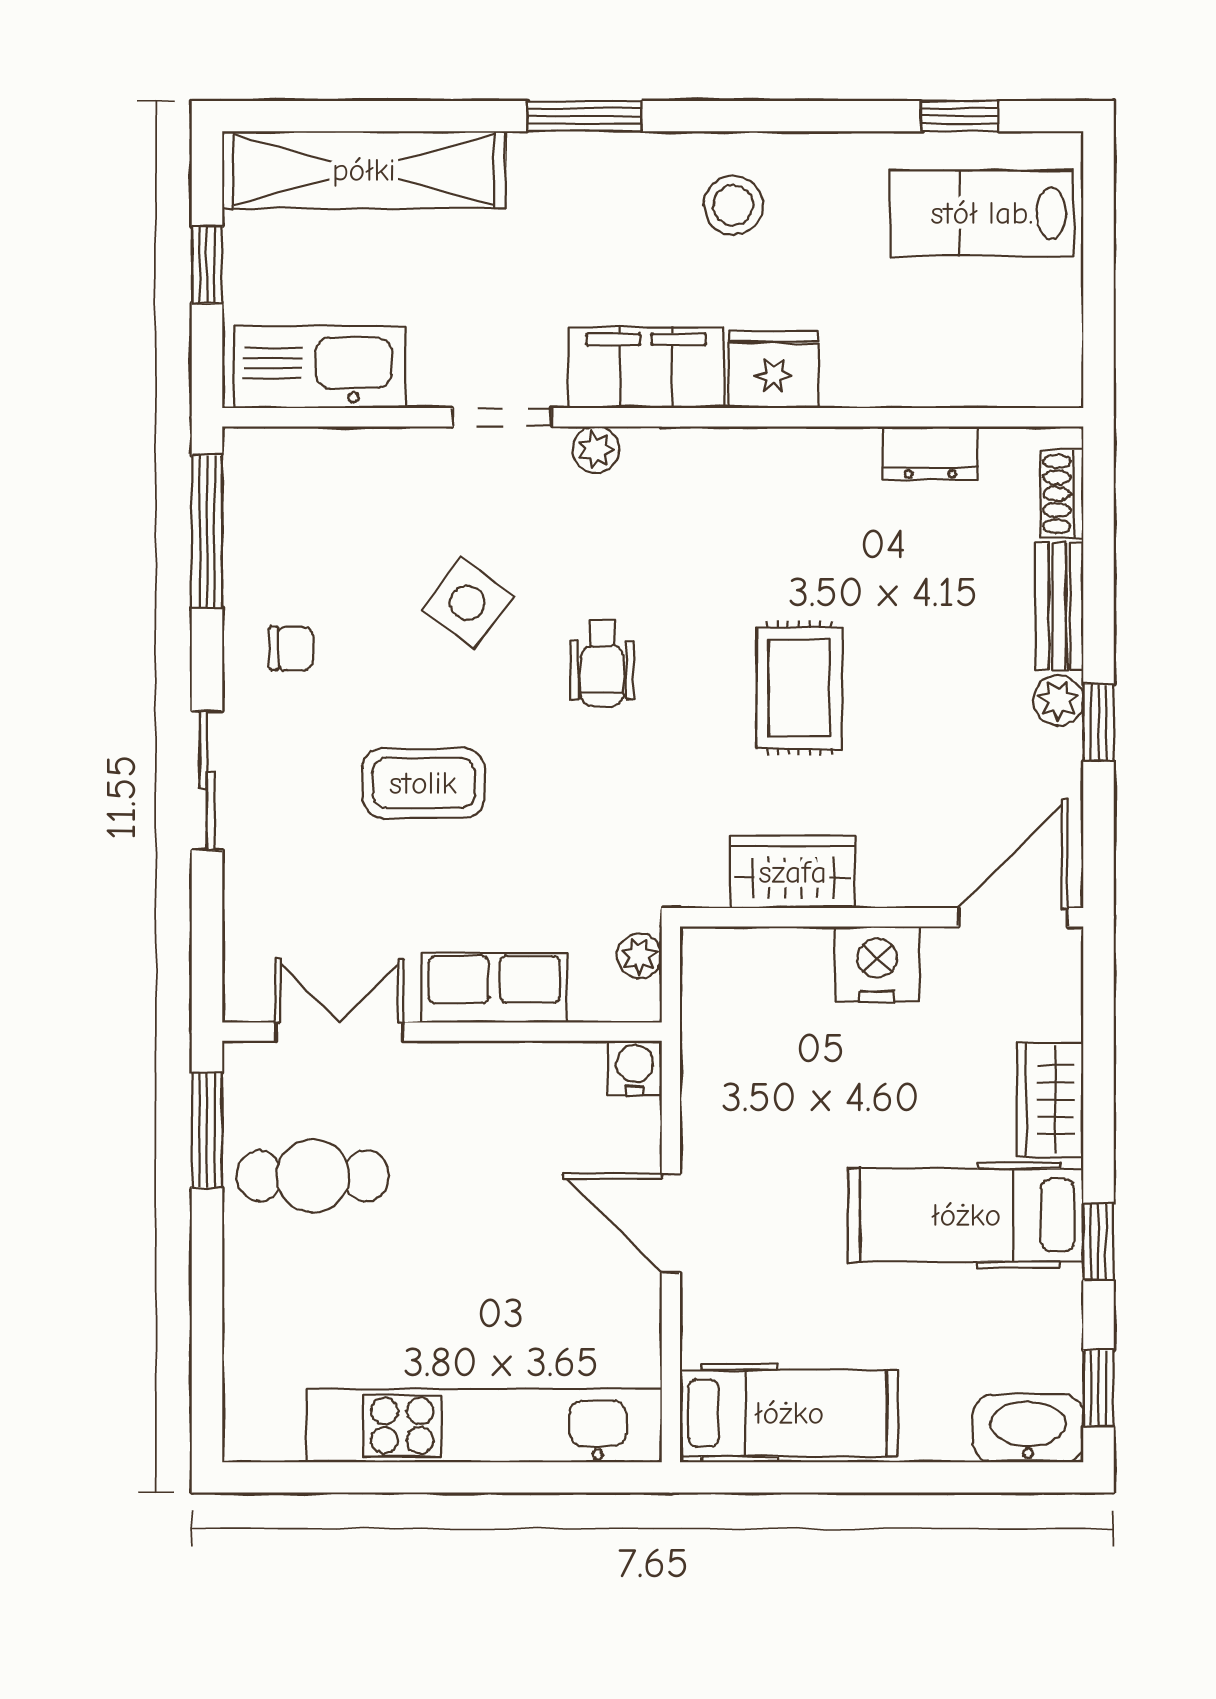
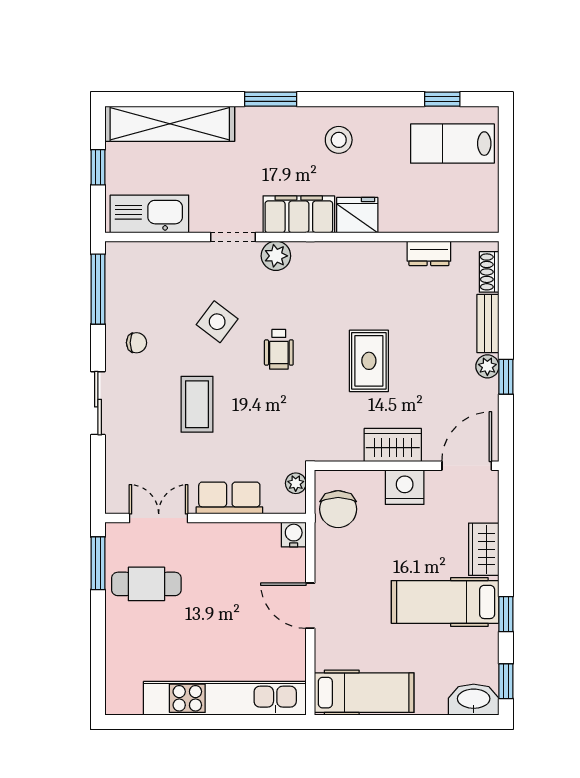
plant: (596, 450) -> (276, 256), width x1.38, depth x1.38
coffee table: (423, 783) -> (197, 404), turned 90
wardrobe: (793, 872) -> (393, 445), moved
chair: (732, 1012) -> (338, 509), added

